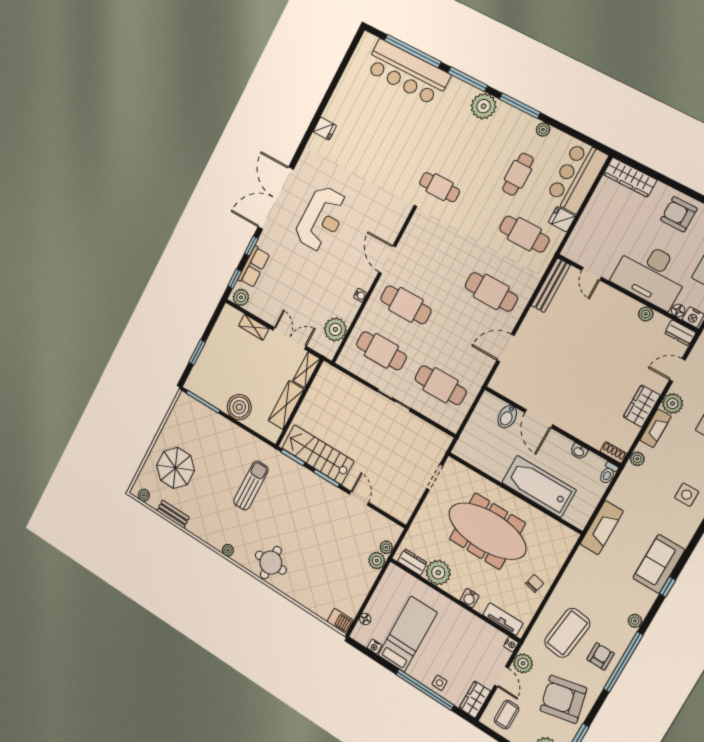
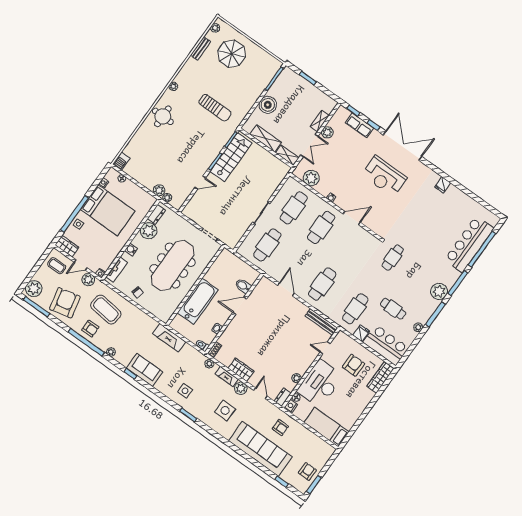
armchair: (679, 214) -> (353, 365), moved
plant: (241, 297) -> (327, 132), moved
bed: (408, 634) -> (108, 210), width x1.50

